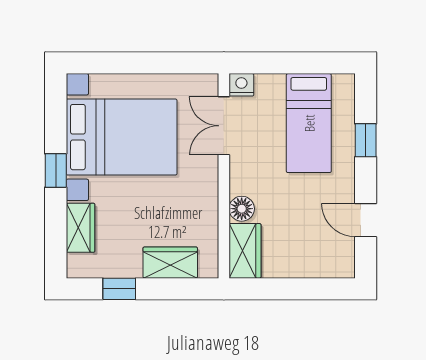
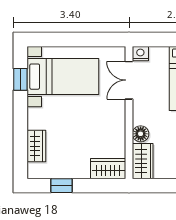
bed with nightstands: (122, 137) -> (63, 77), width x0.73
window: (56, 170) -> (20, 79), moved
wardrobe: (170, 263) -> (108, 169), moved

